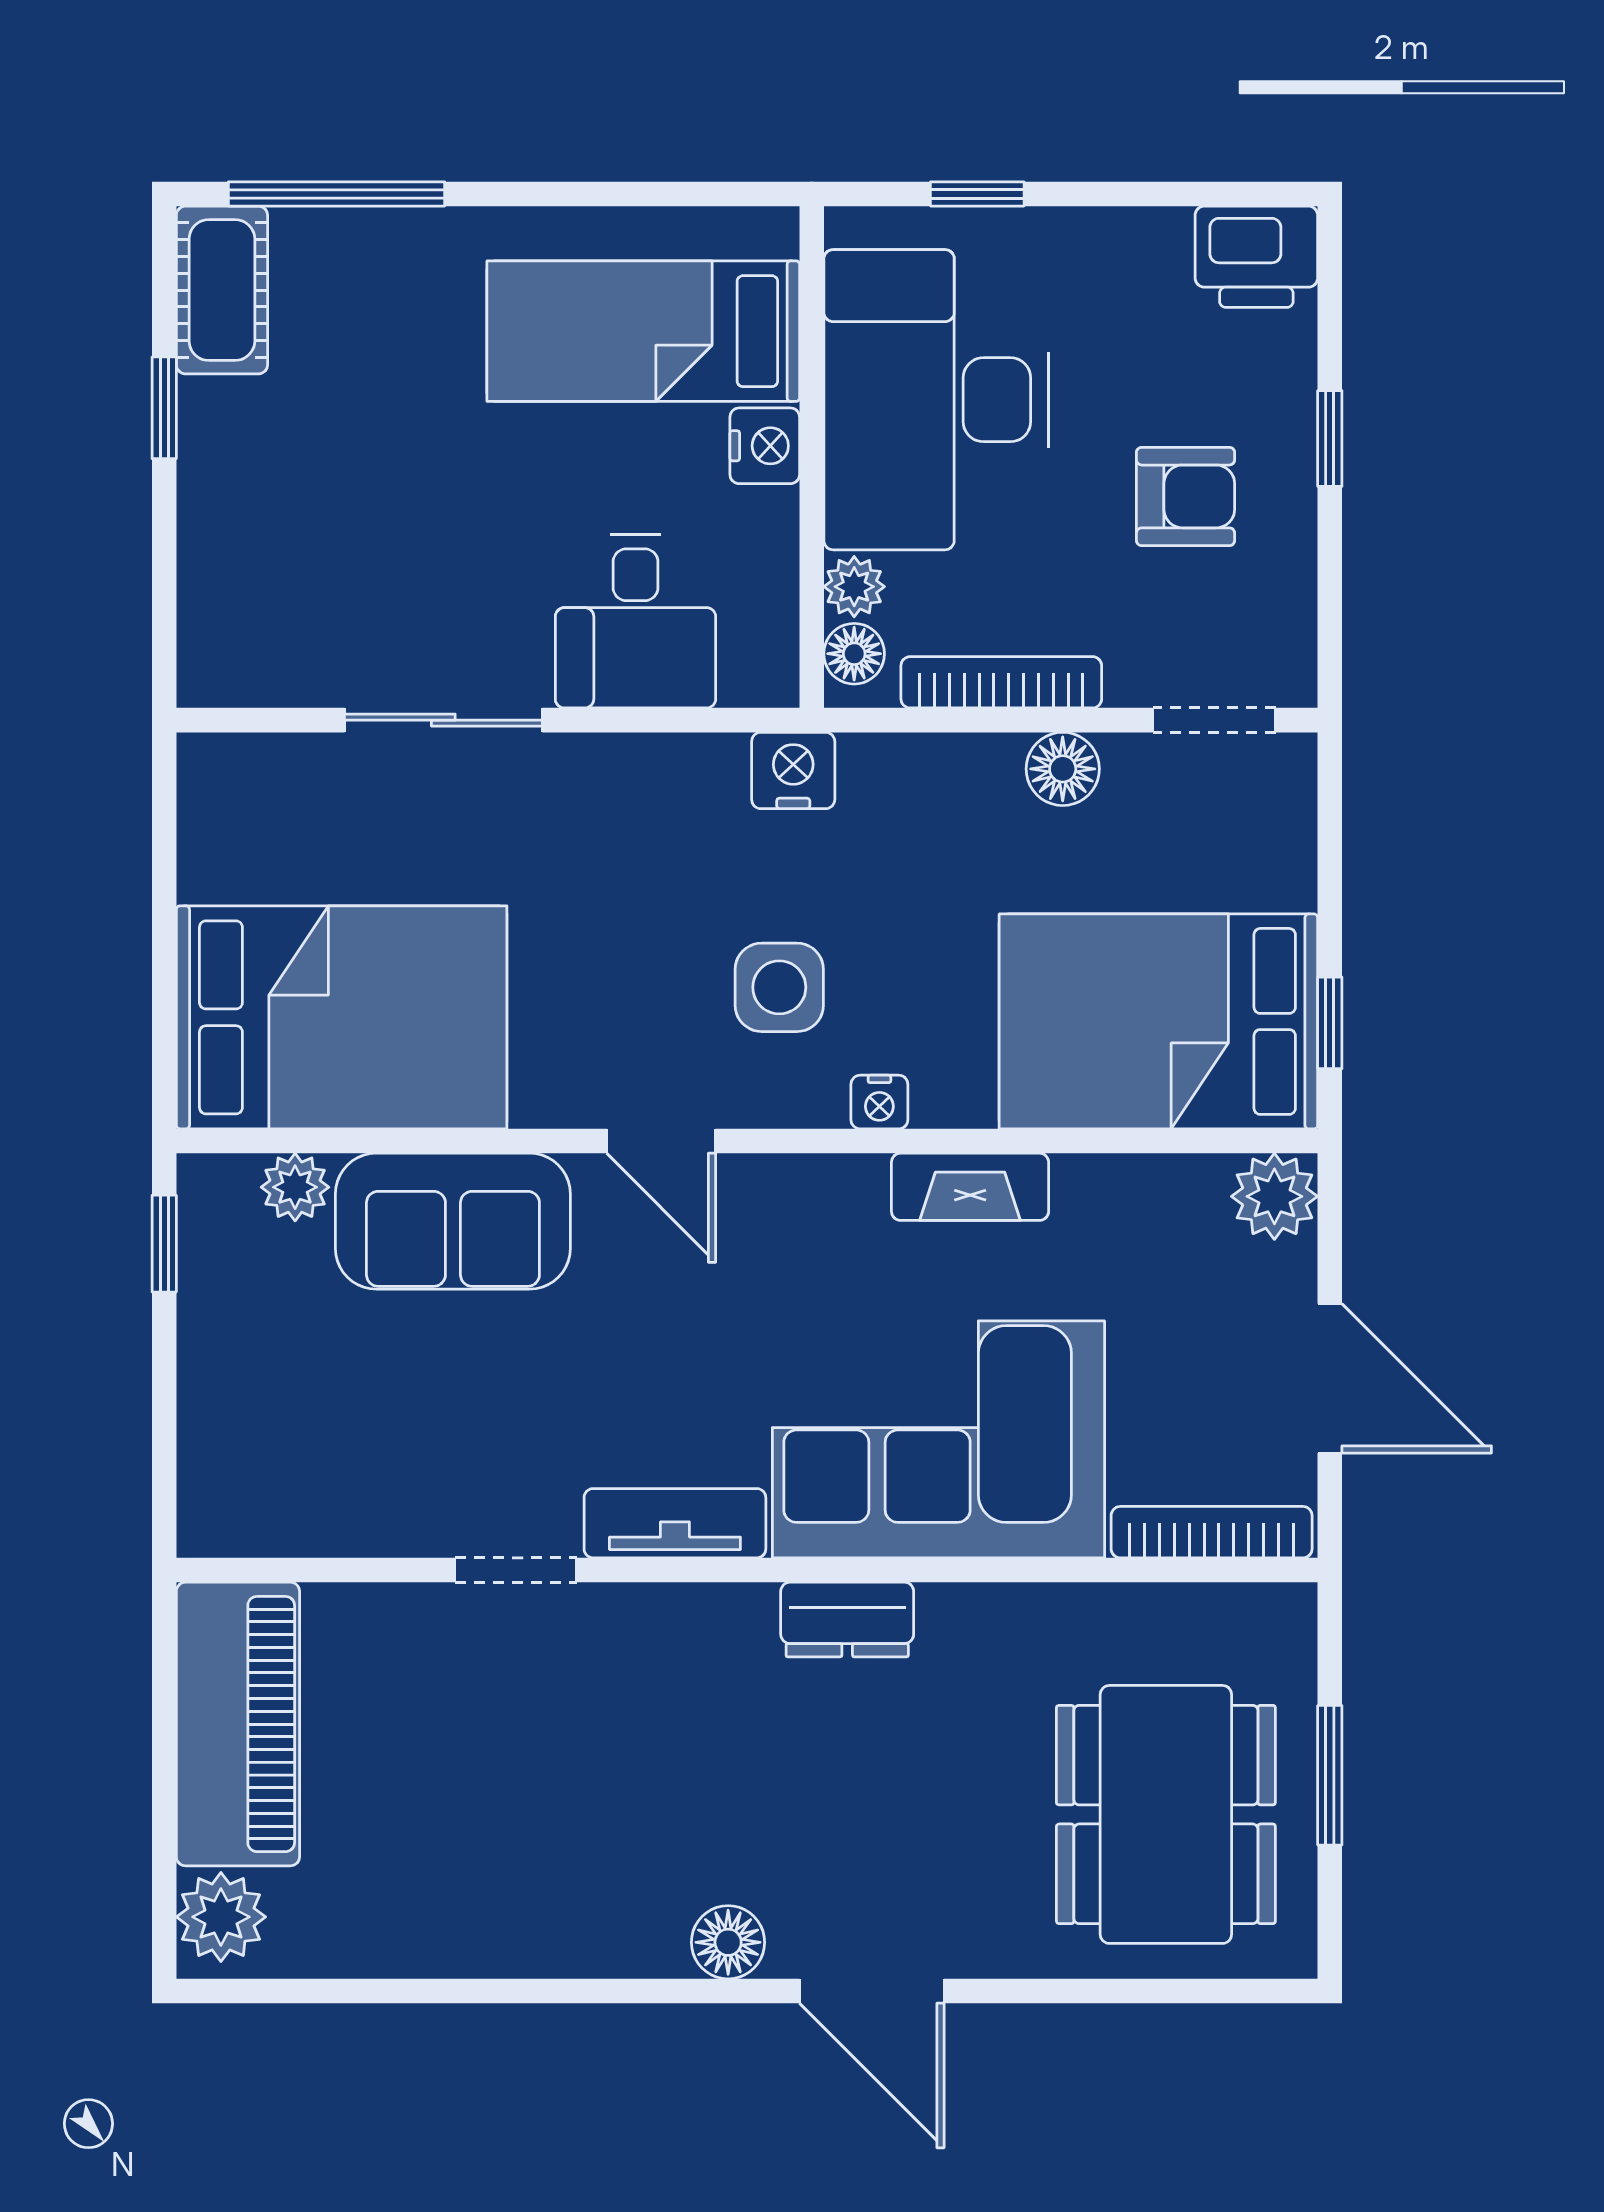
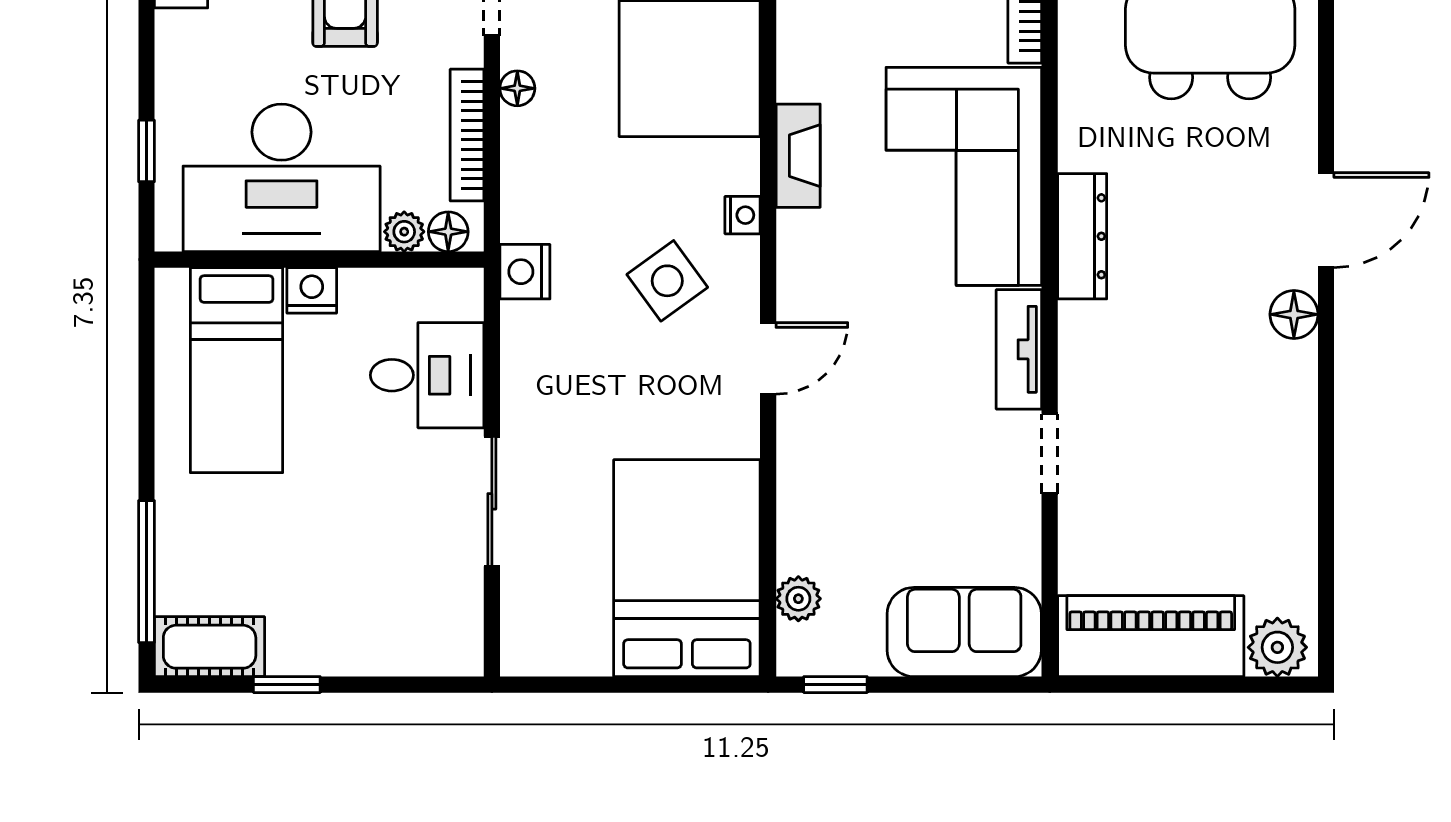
floor lamp: (1063, 769) -> (517, 88), width x0.73, depth x0.73
side table: (779, 987) -> (667, 281), turned -36
sofa: (453, 1221) -> (964, 632), moved, turned -90
dresser: (847, 1620) -> (1082, 236), width x1.44

